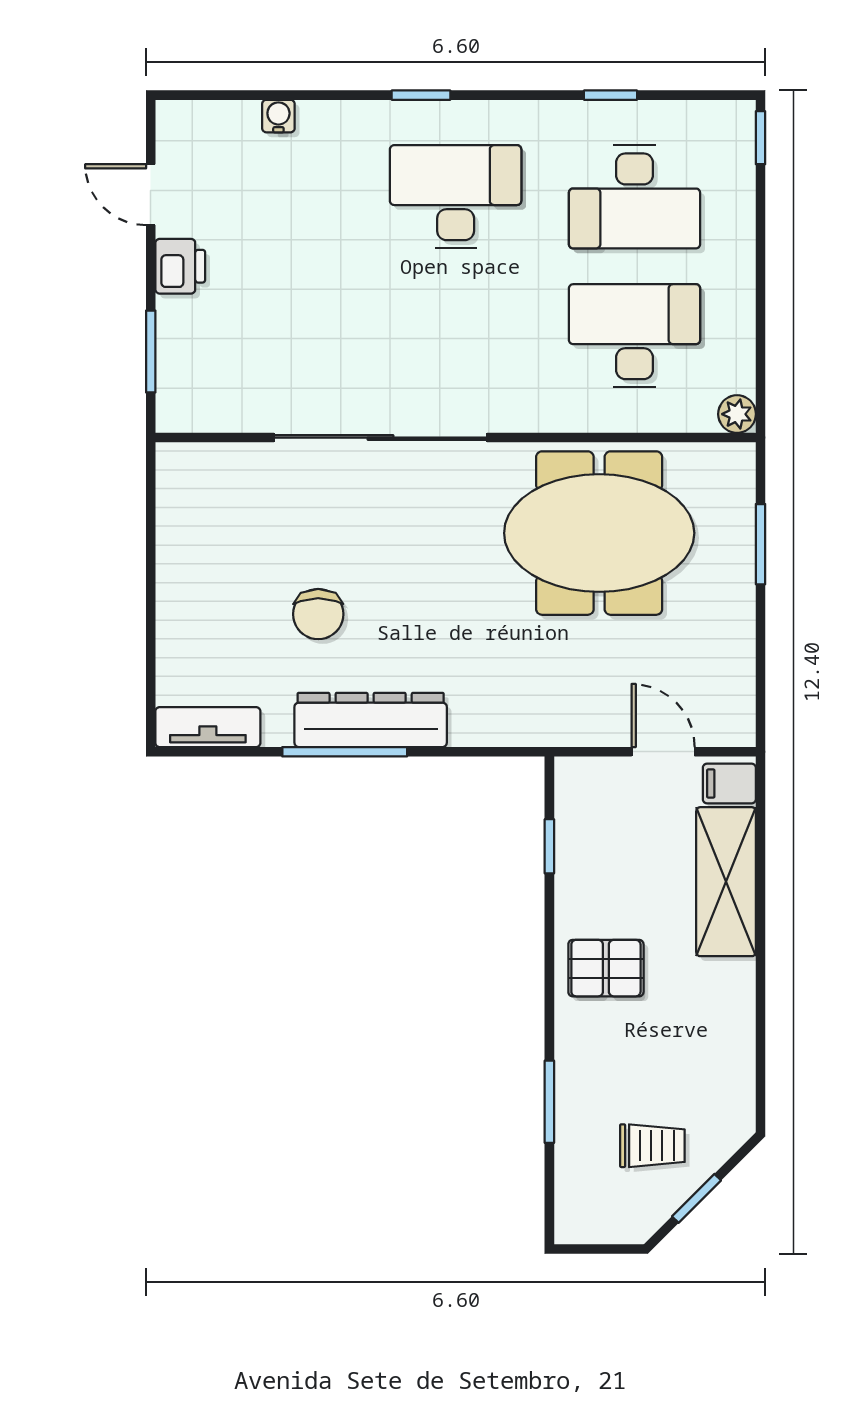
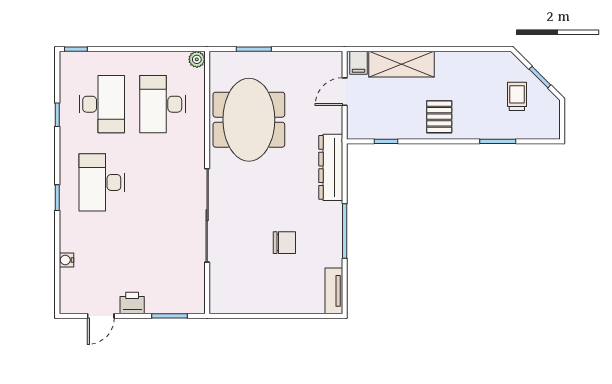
dresser: (371, 720) -> (331, 167), moved

